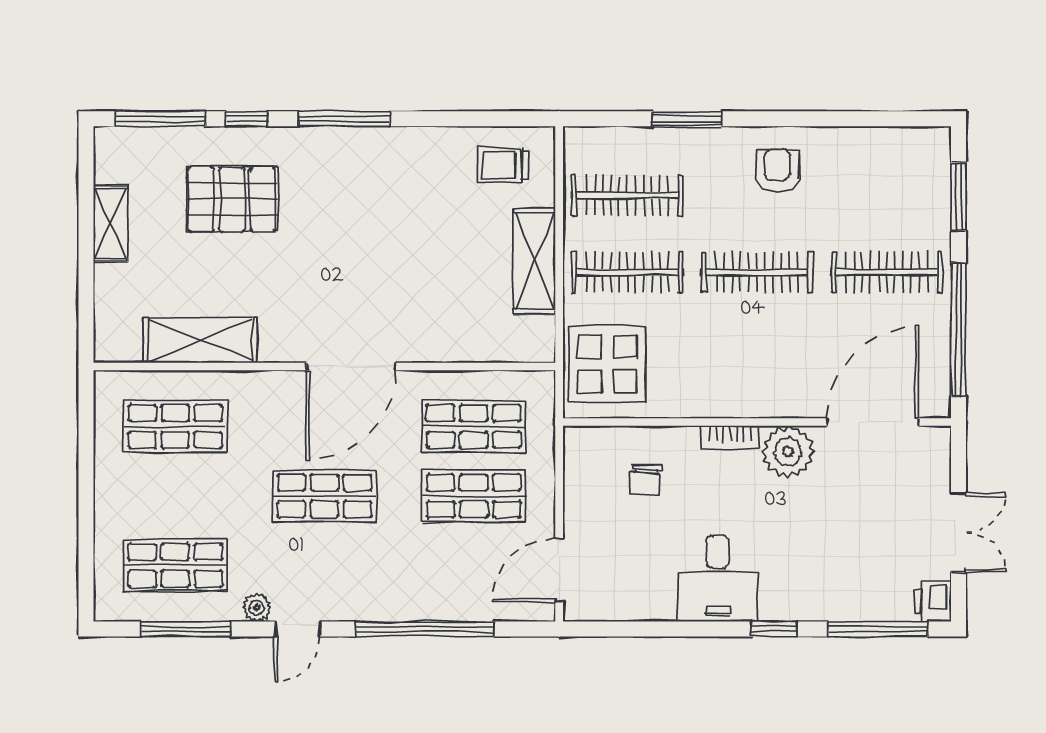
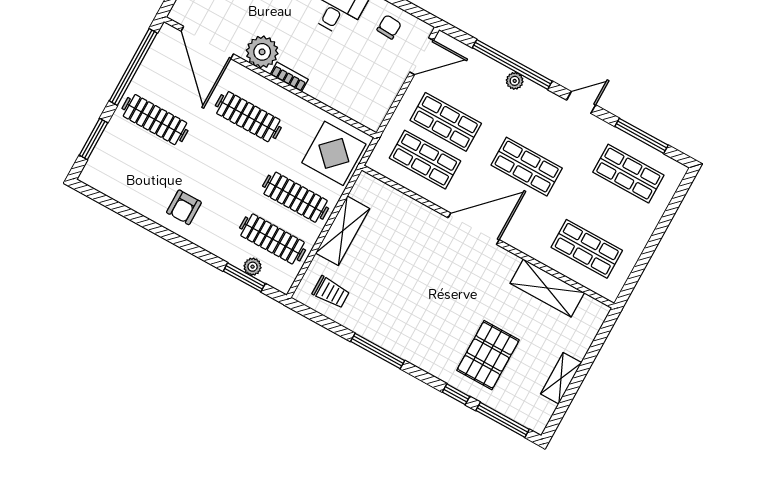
window: (344, 119) -> (378, 351), moved
window: (687, 119) -> (244, 277), moved
plant: (634, 140) -> (253, 267), added
pallet: (232, 199) -> (488, 355), turned 90
clothes rail: (757, 272) -> (248, 117), moved
door: (873, 422) -> (207, 43), hinge flipped
chair: (645, 480) -> (389, 27), moved
plant: (257, 608) -> (515, 81), moved

